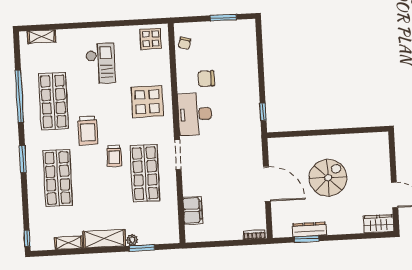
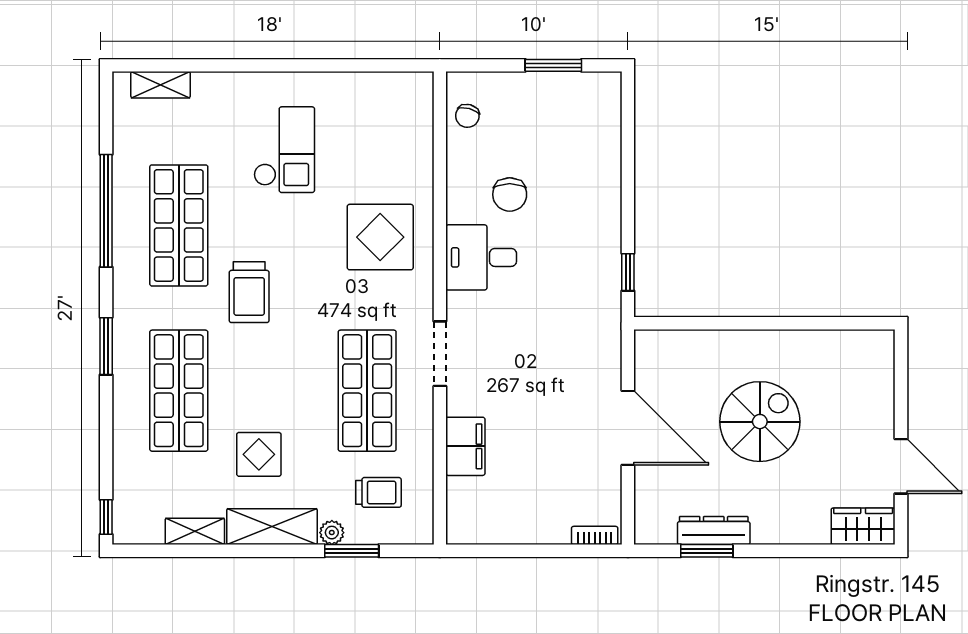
display table: (151, 39) -> (259, 454), moved
chair: (206, 79) -> (510, 194), turned -90
desk: (195, 114) -> (481, 257), width x0.73
trolley: (114, 156) -> (378, 492), moved, turned -91
filing cabinet: (193, 210) -> (465, 446), moved

